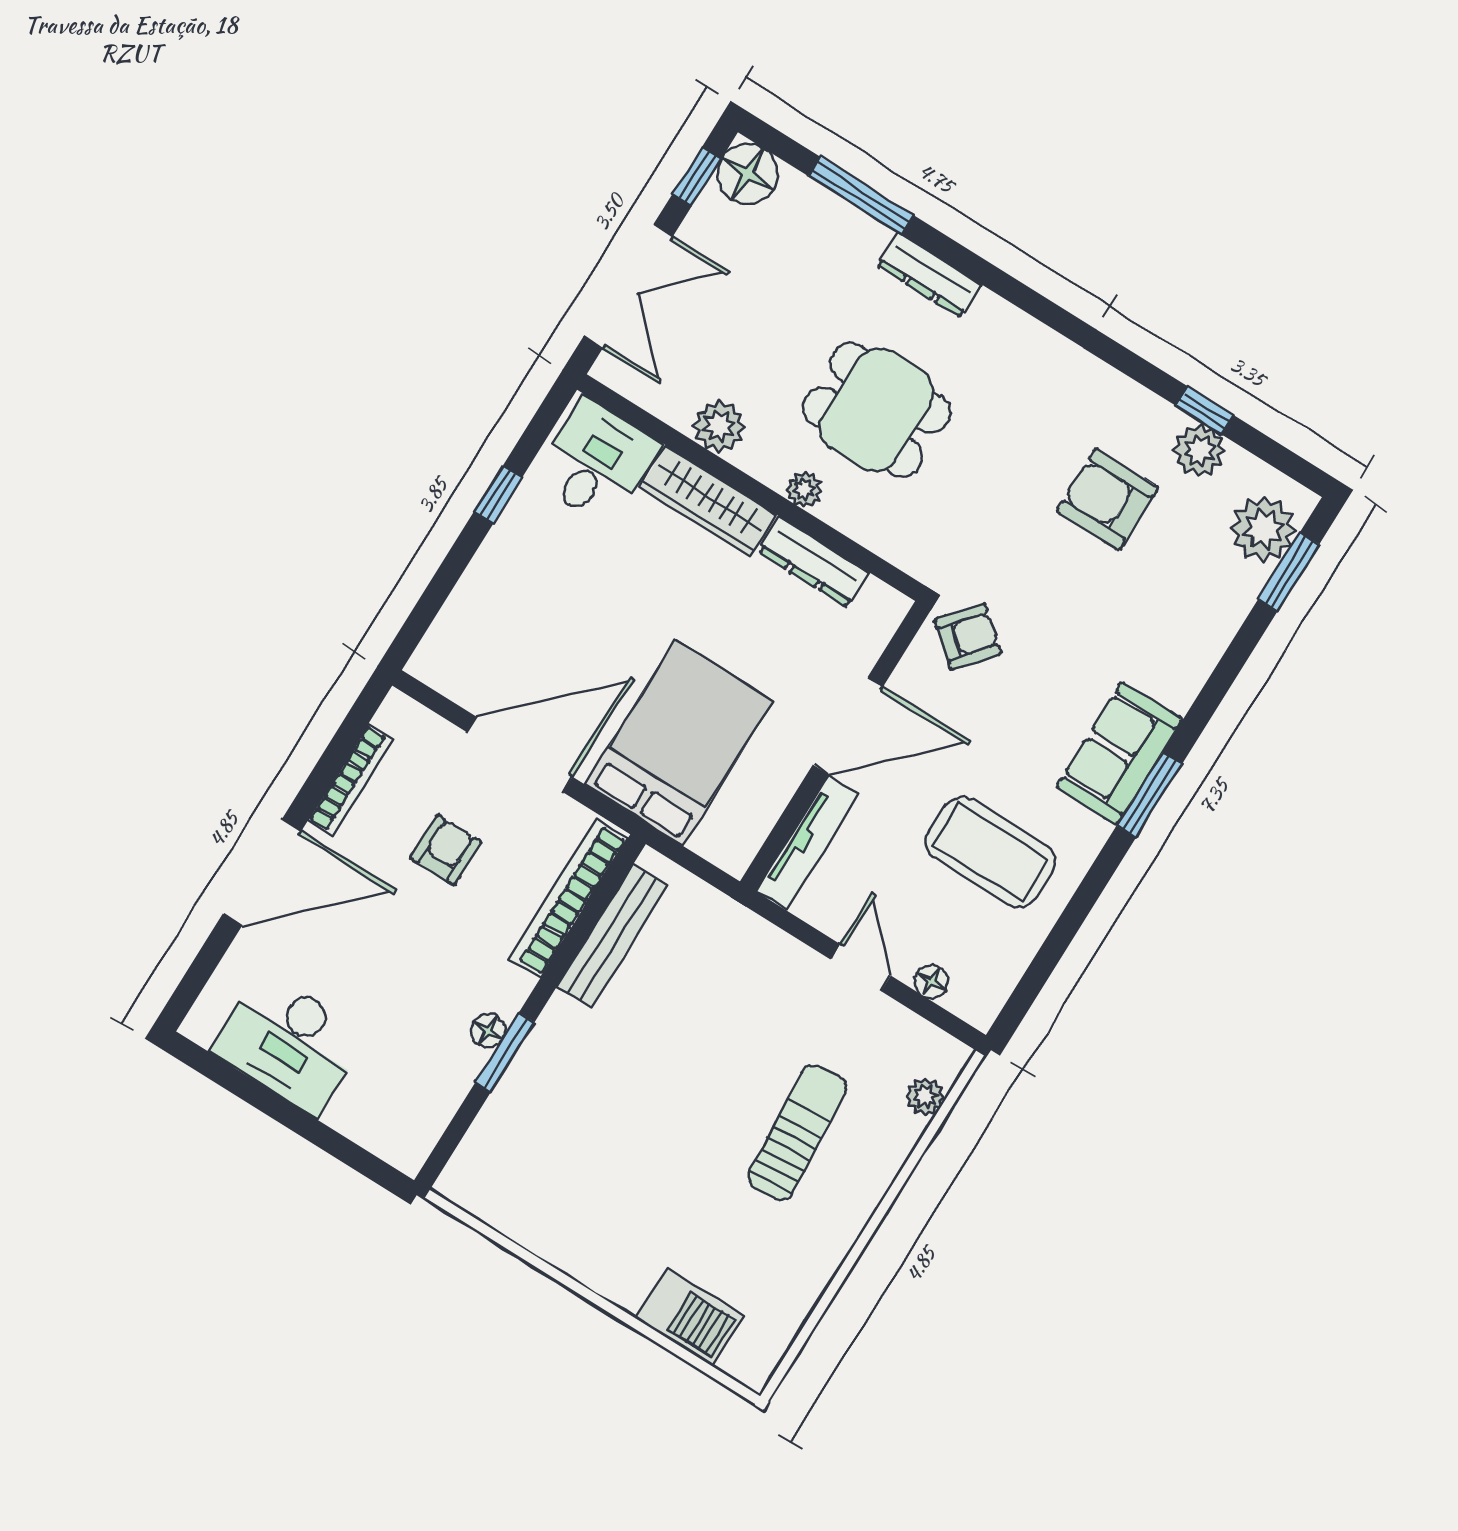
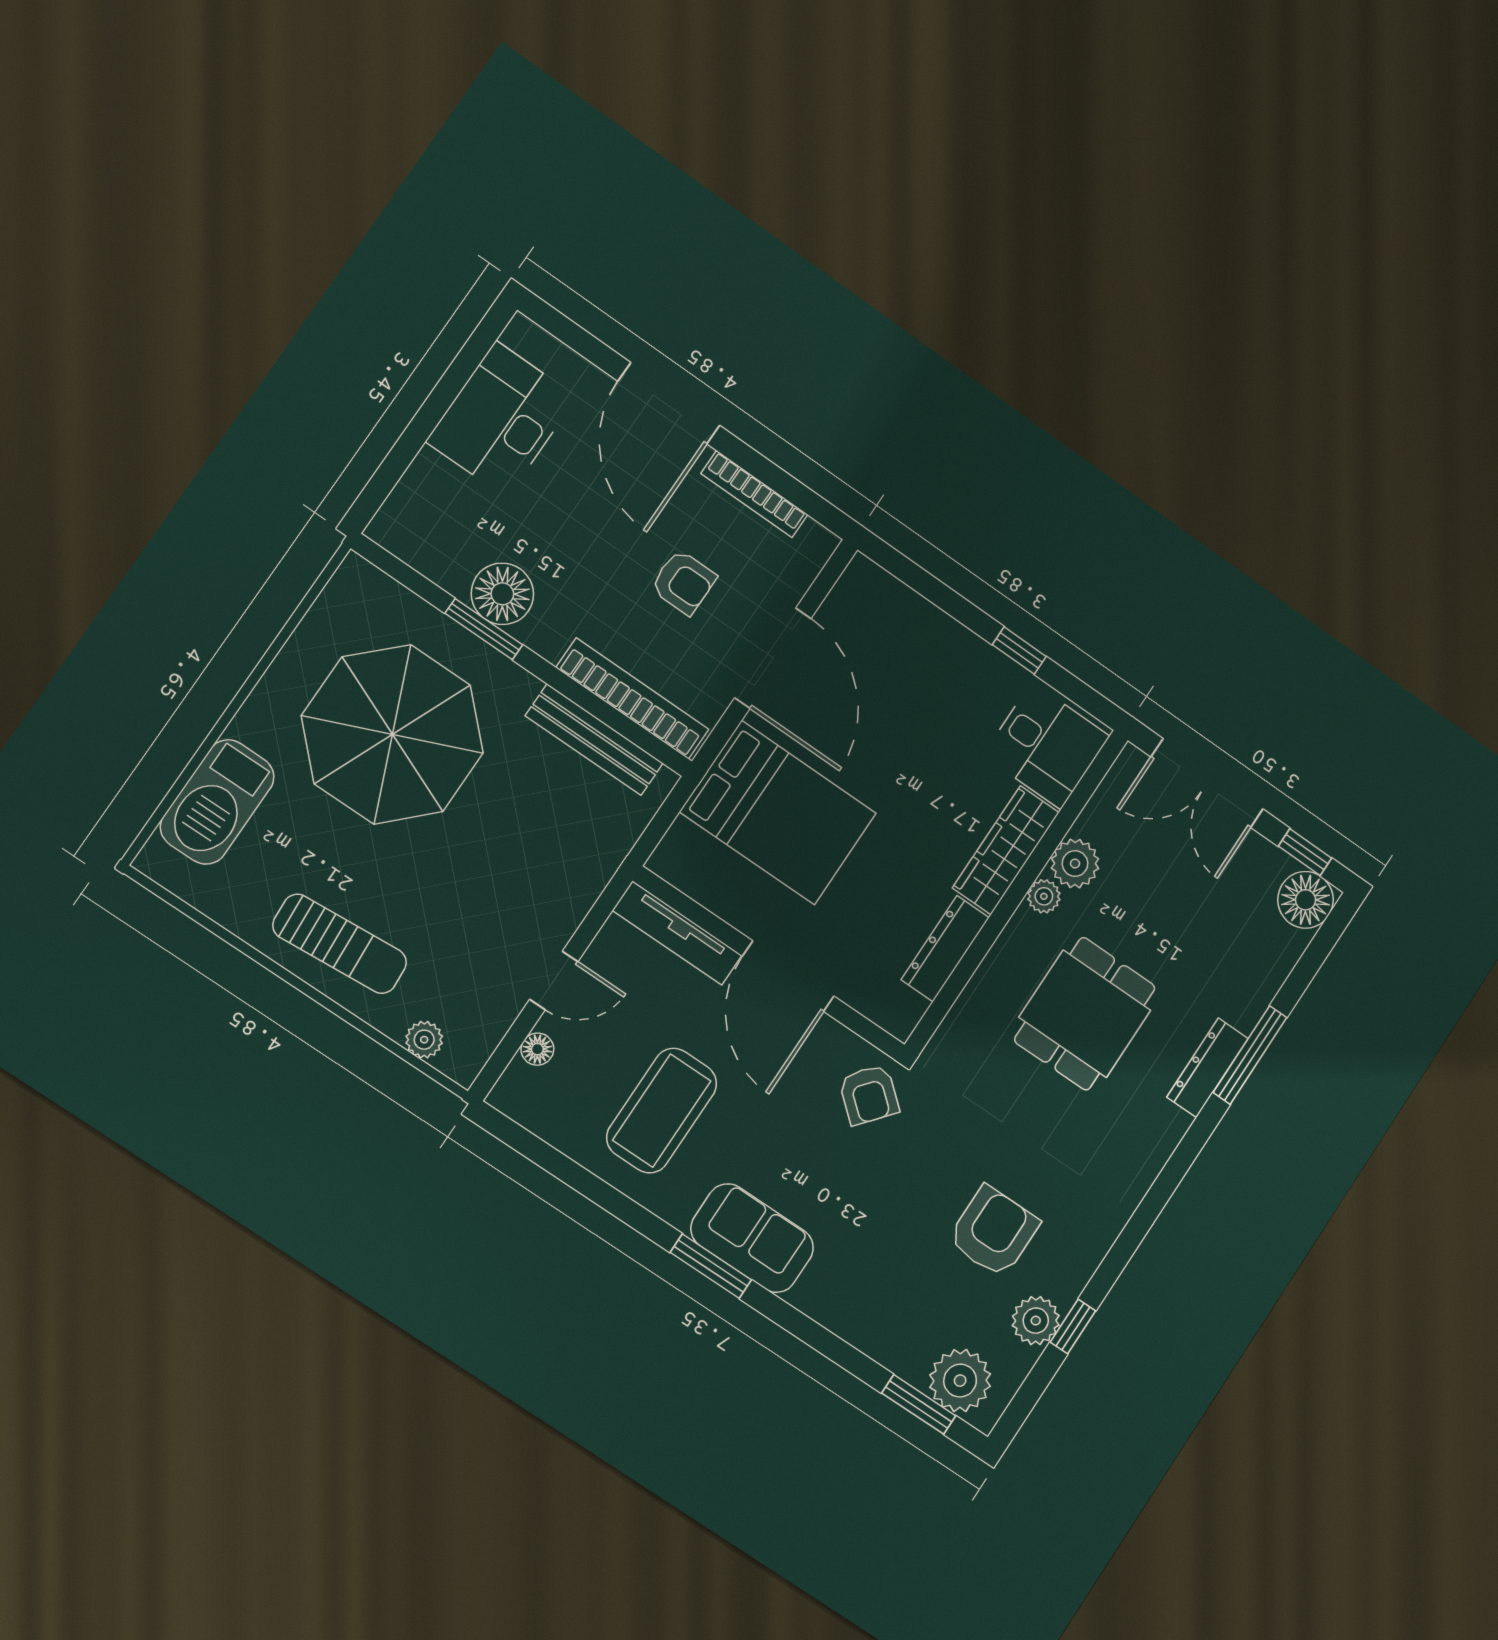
window: (861, 196) -> (1250, 1055), moved
plant: (804, 490) -> (1044, 896), moved
floor lamp: (488, 1030) -> (502, 594), width x1.89, depth x1.89
sun lounger: (797, 1133) -> (340, 944), moved
parasol: (616, 1140) -> (393, 734), added
barbecue: (689, 1317) -> (217, 802), width x1.37, depth x1.21

